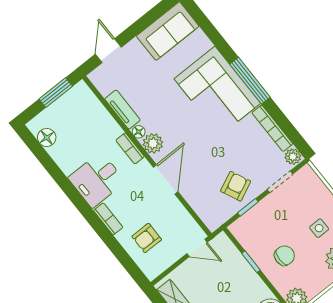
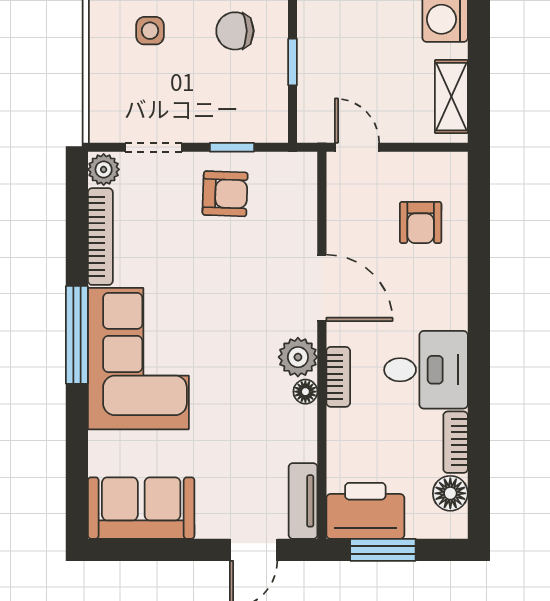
printer: (76, 103) -> (365, 511), added
tv unit: (122, 110) -> (303, 501), moved
door: (166, 179) -> (322, 288), swing flipped
armchair: (236, 186) -> (225, 194), turned -153
bookcase: (108, 219) -> (456, 442), moved
armchair: (147, 238) -> (421, 222), turned 90

